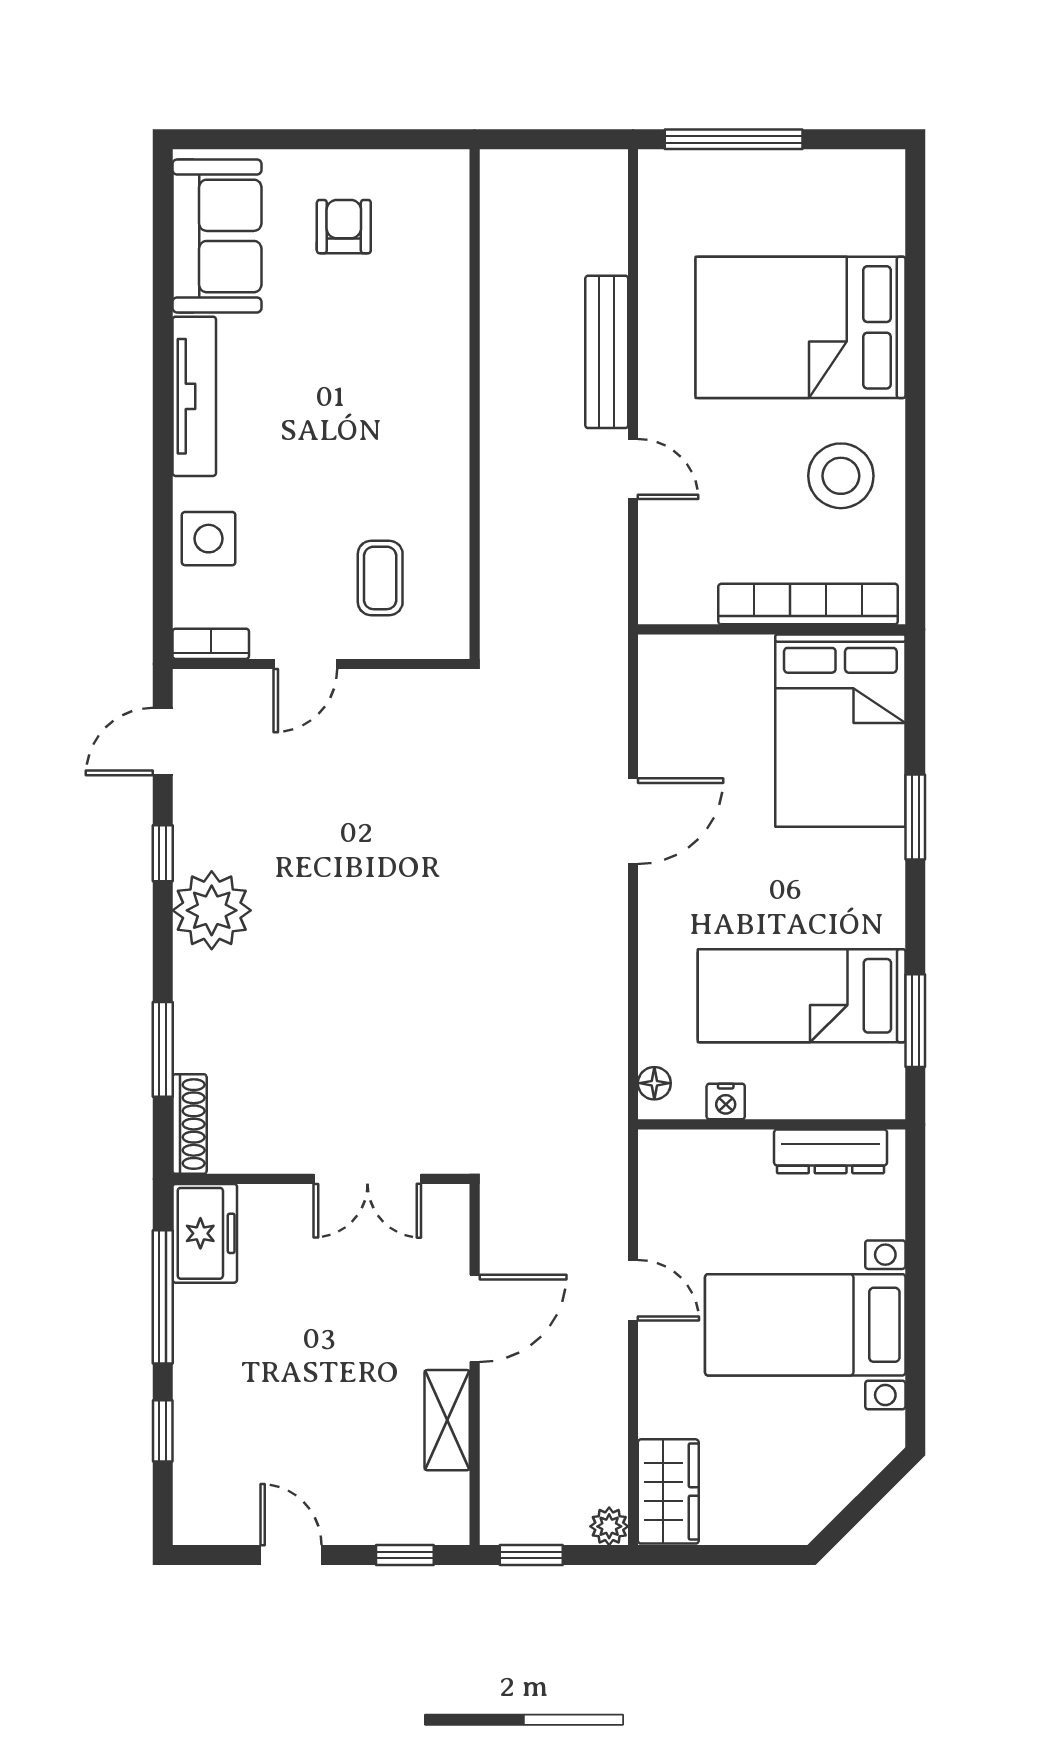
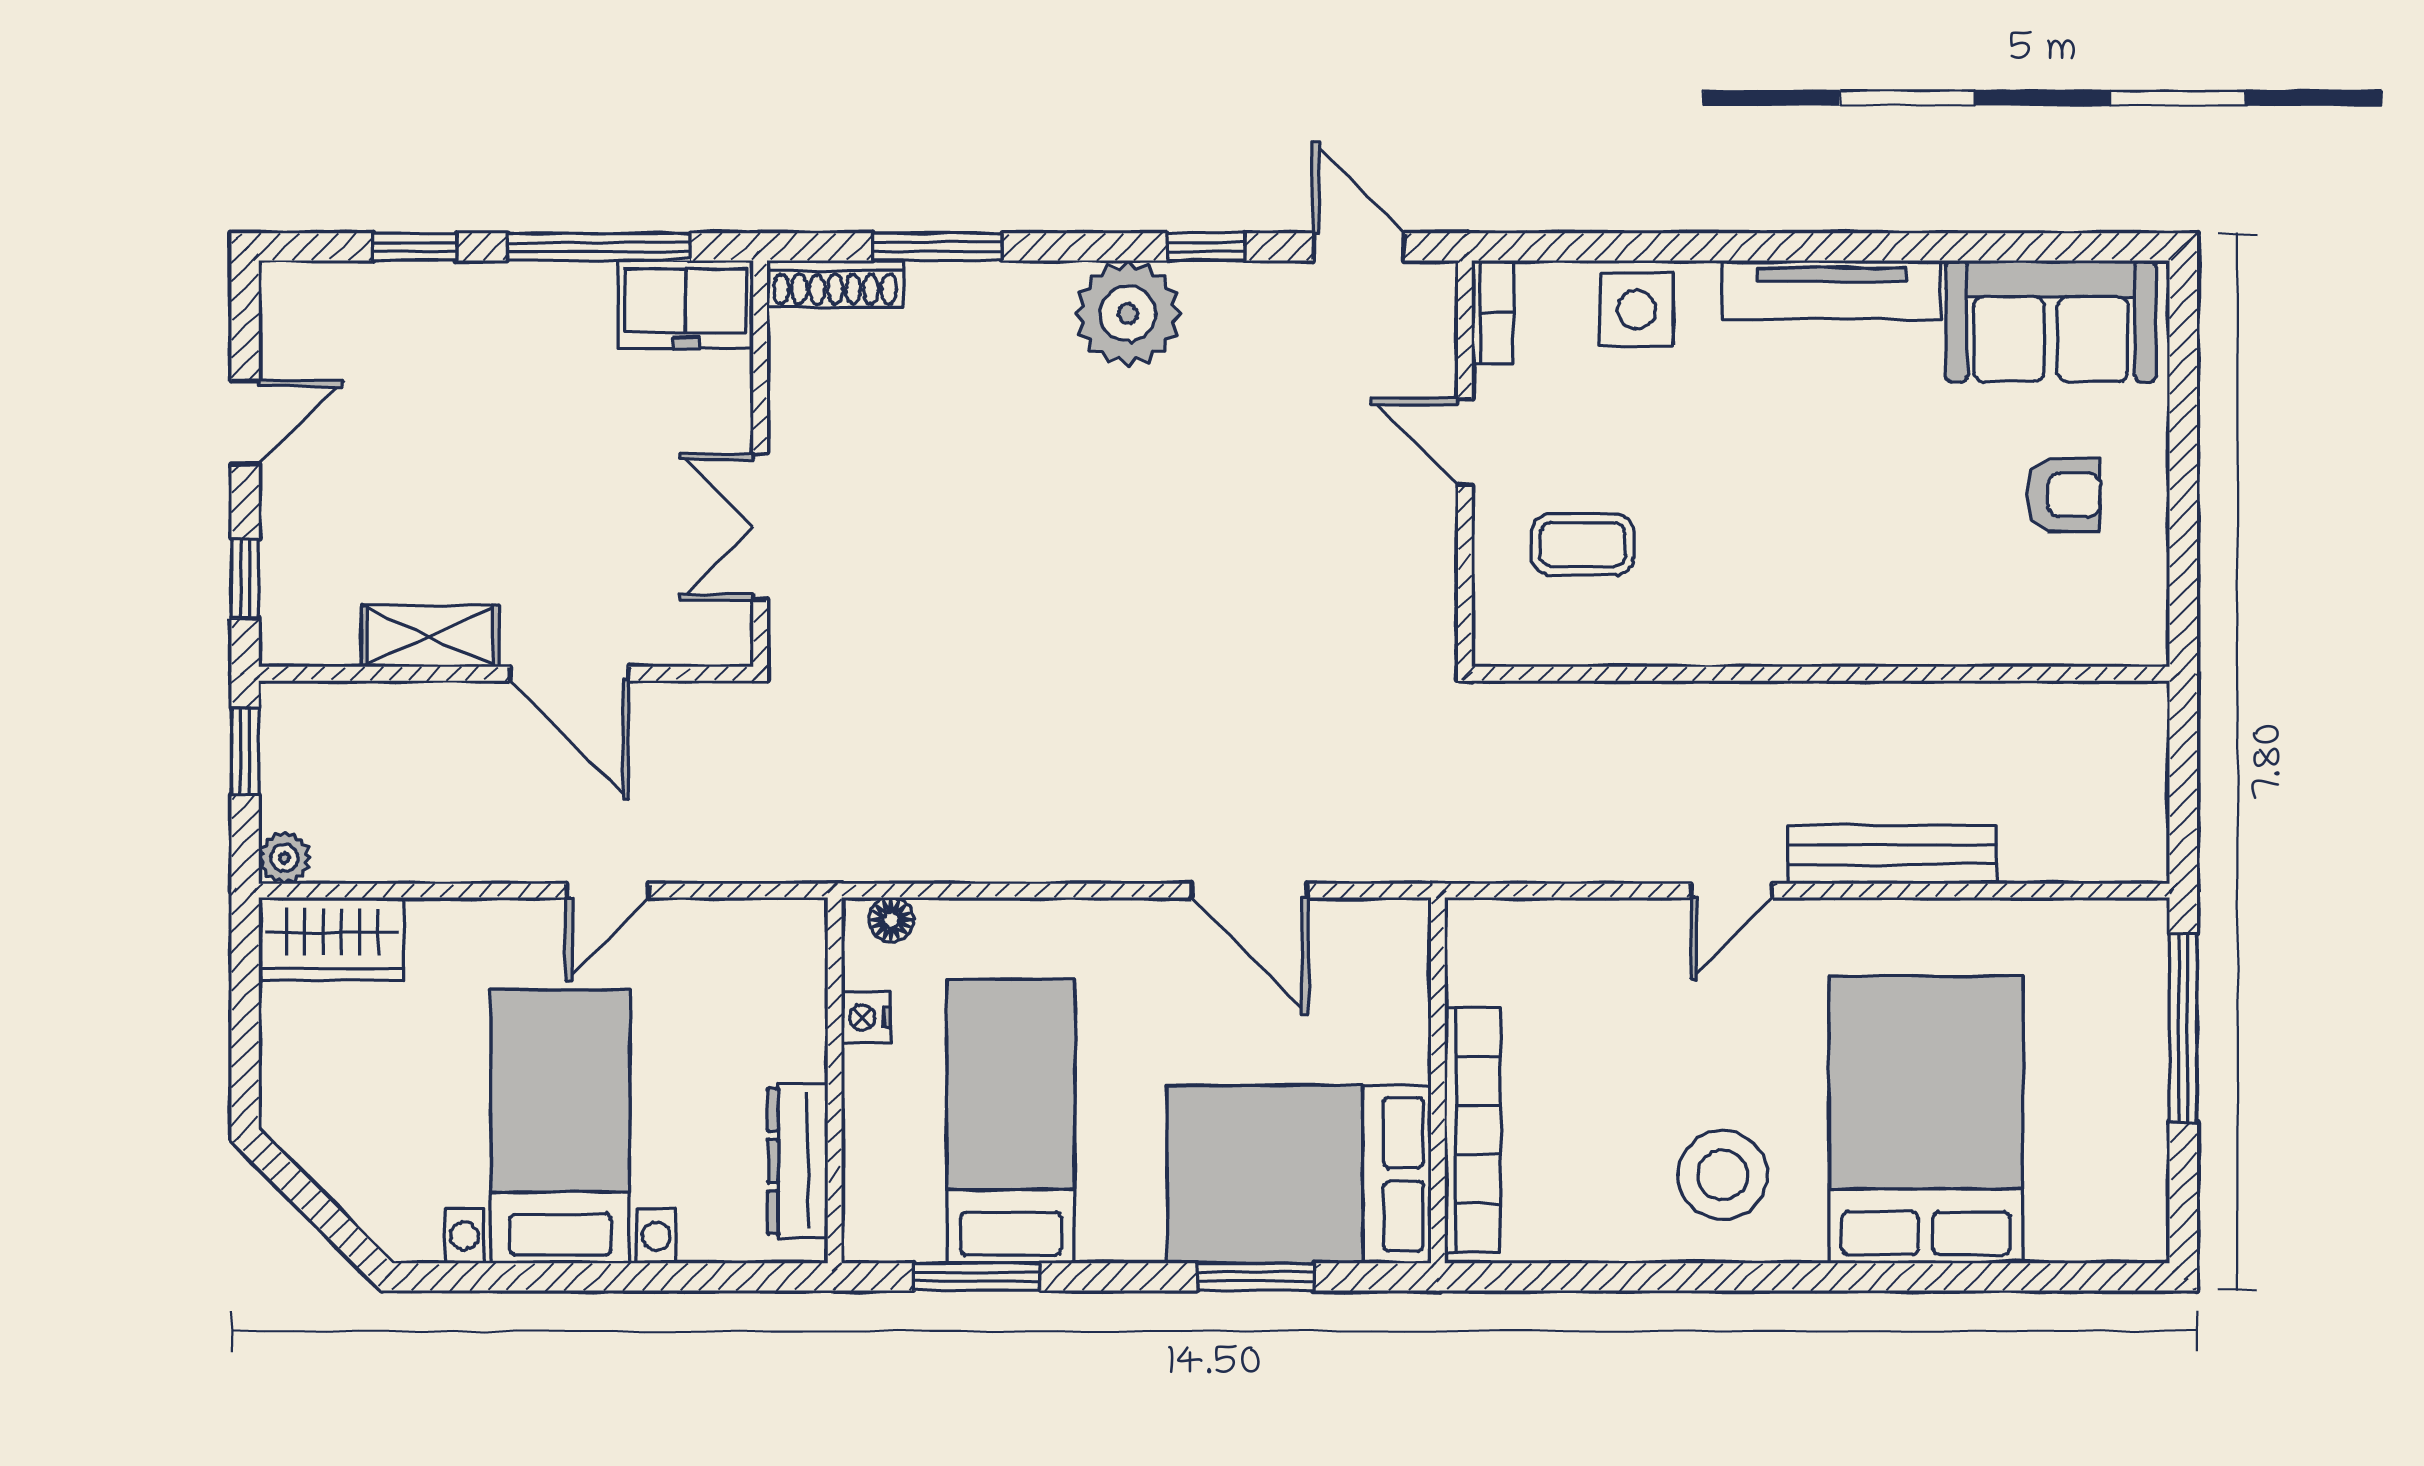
bookcase: (808, 604) -> (1472, 1130), moved
wall: (772, 629) -> (1438, 1080), moved
bed: (840, 731) -> (1299, 1174), moved

